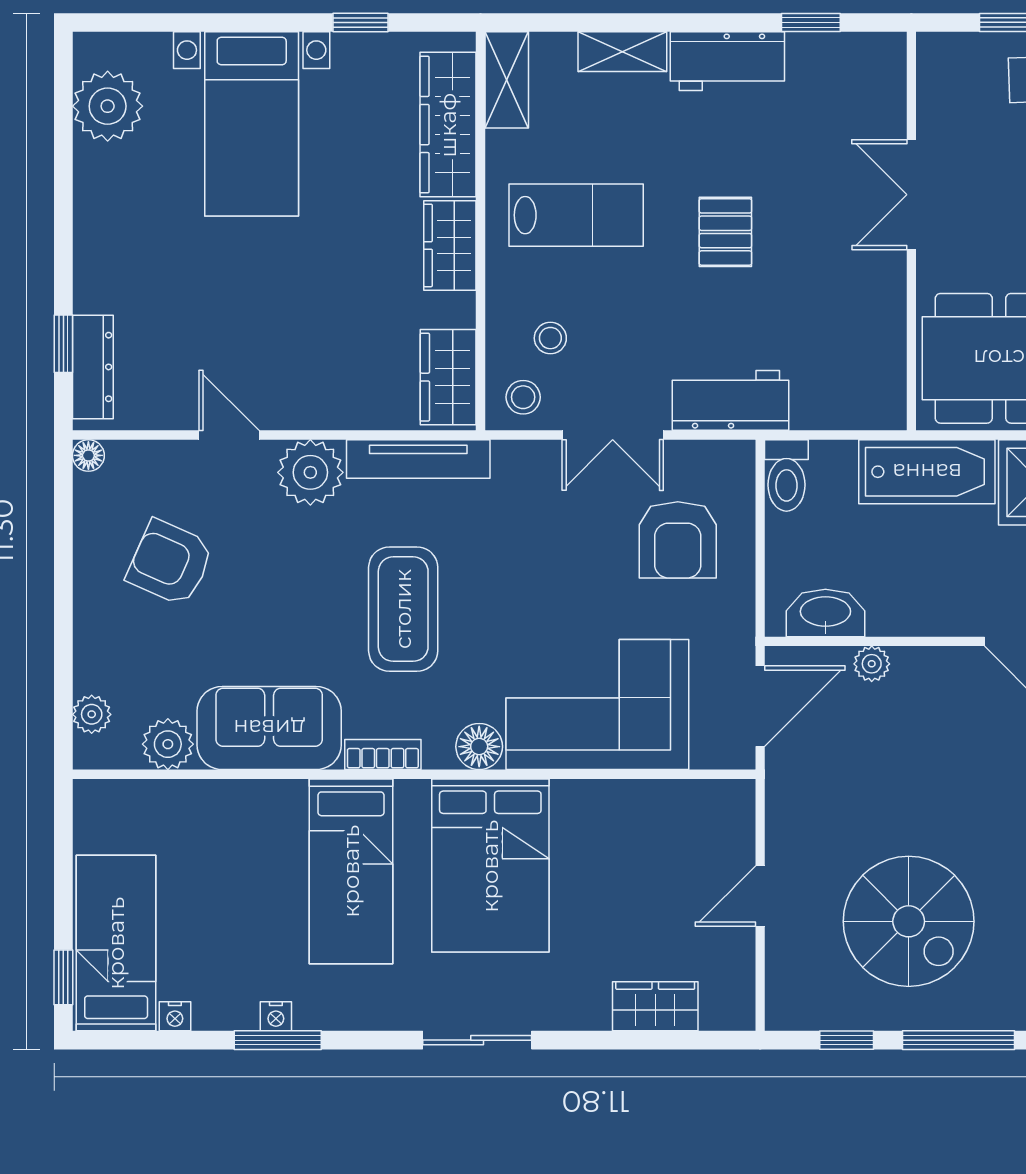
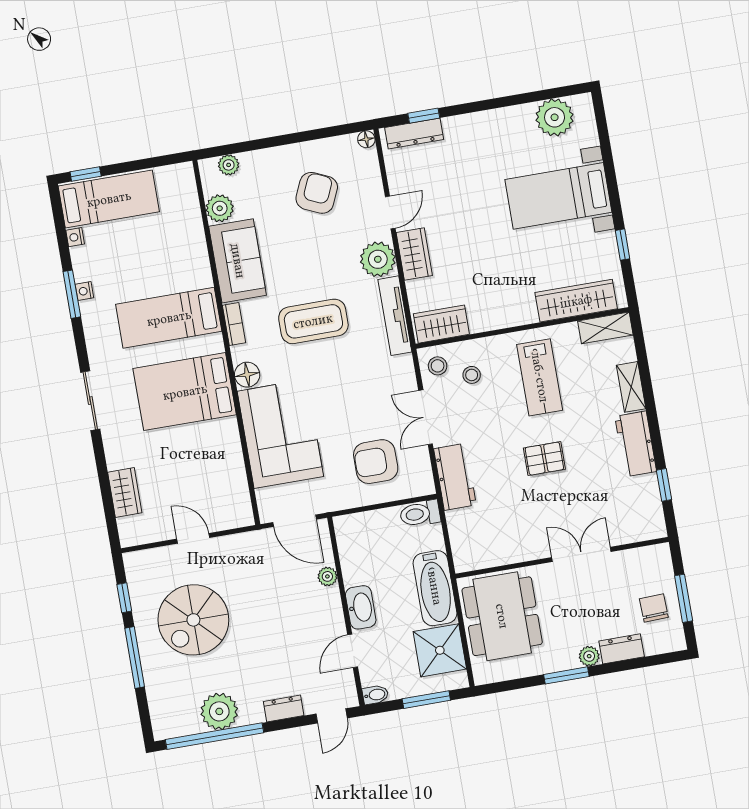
wardrobe: (450, 245) -> (414, 254), moved, turned 90
washbasin: (825, 613) -> (361, 607), moved

